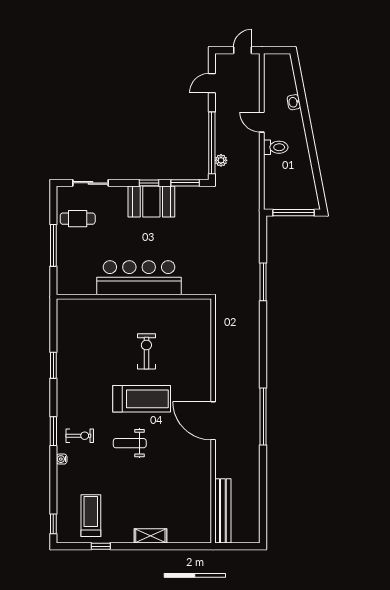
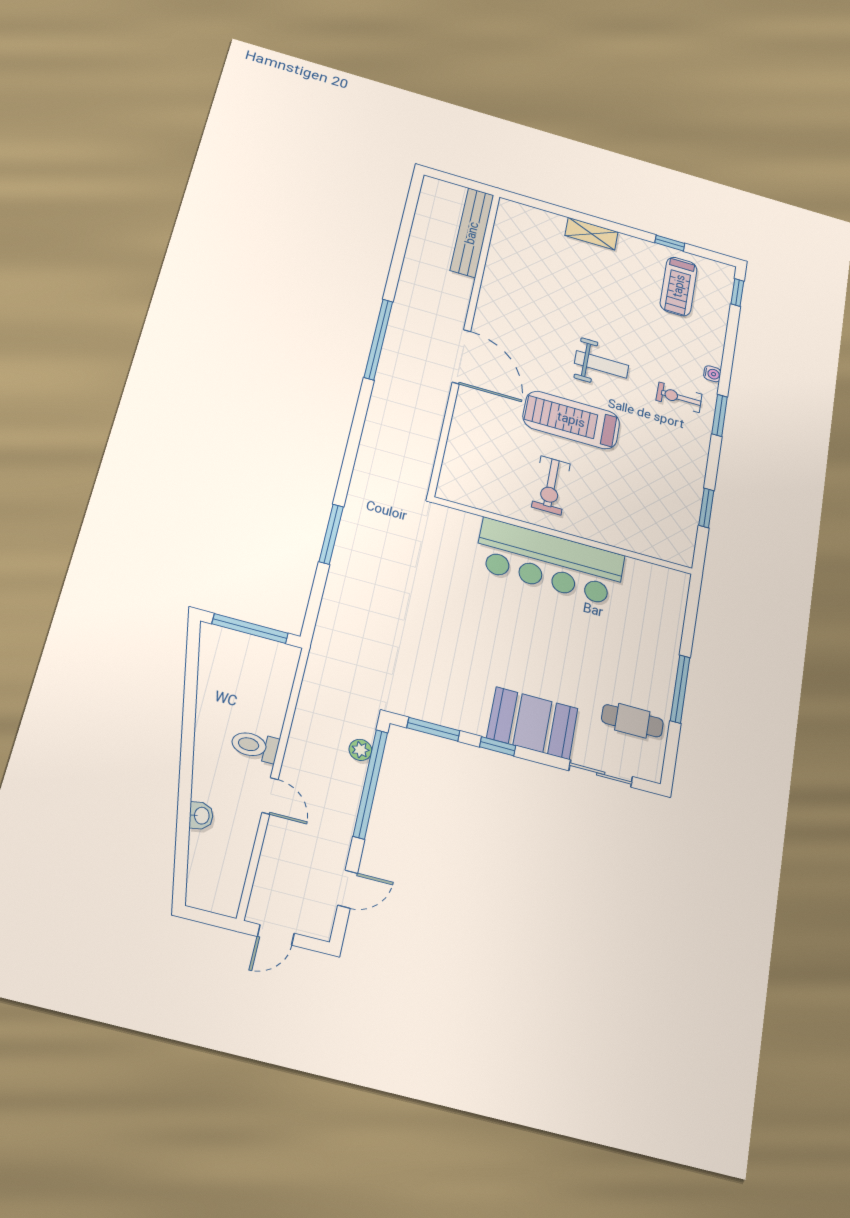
booth: (151, 202) -> (533, 723), moved
bar counter: (139, 278) -> (550, 562), moved
wall: (134, 297) -> (564, 536), moved

